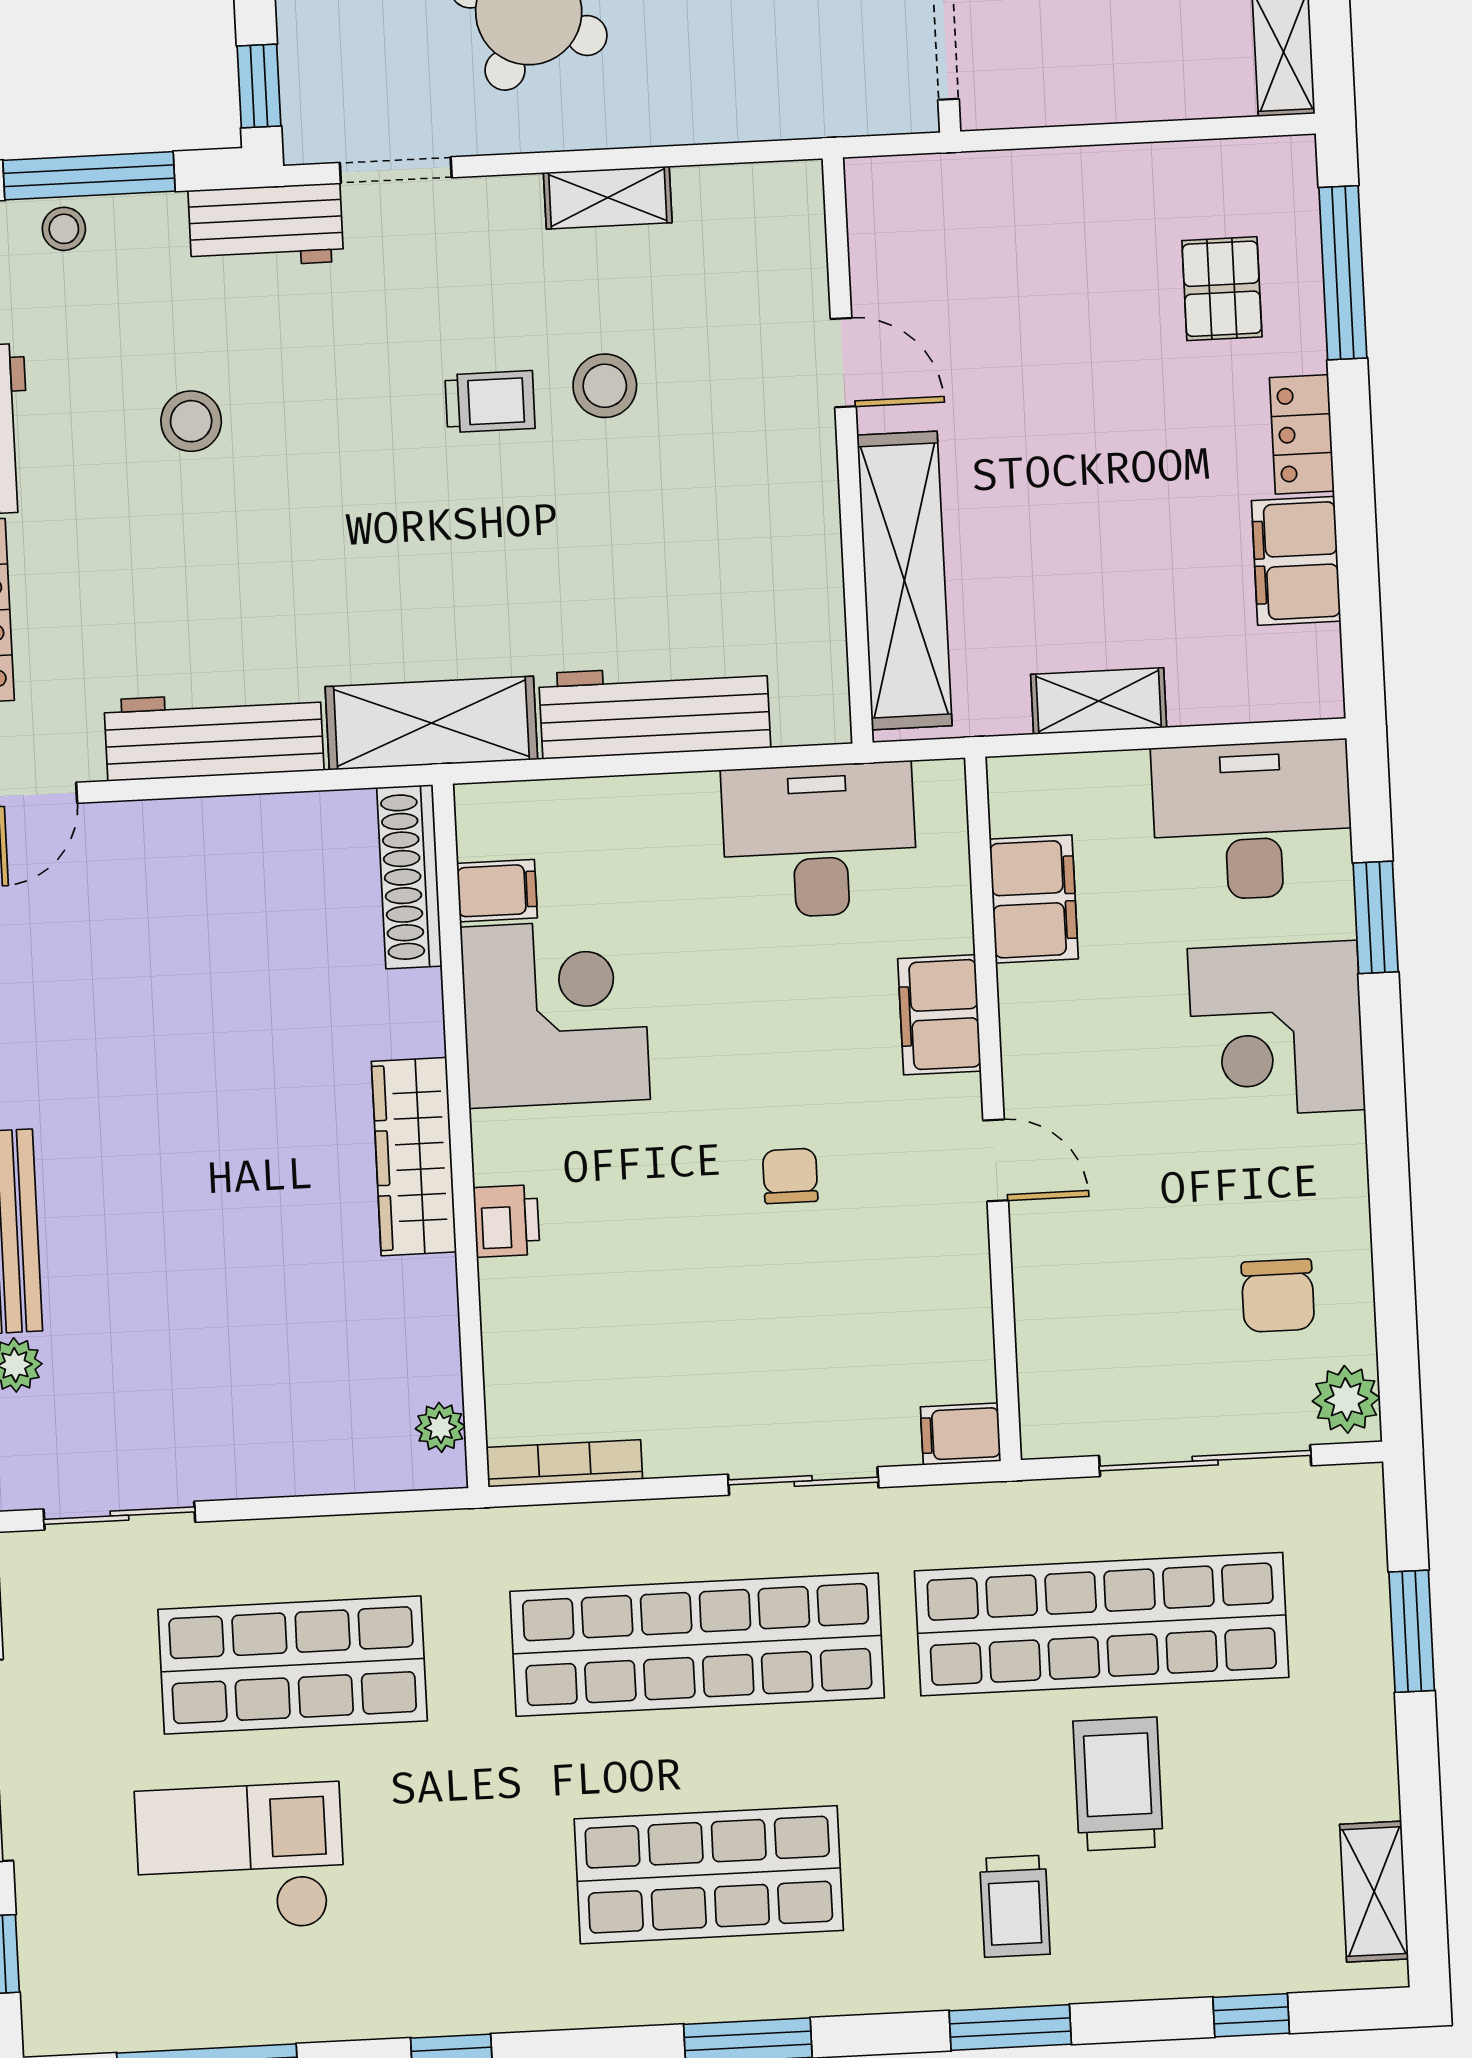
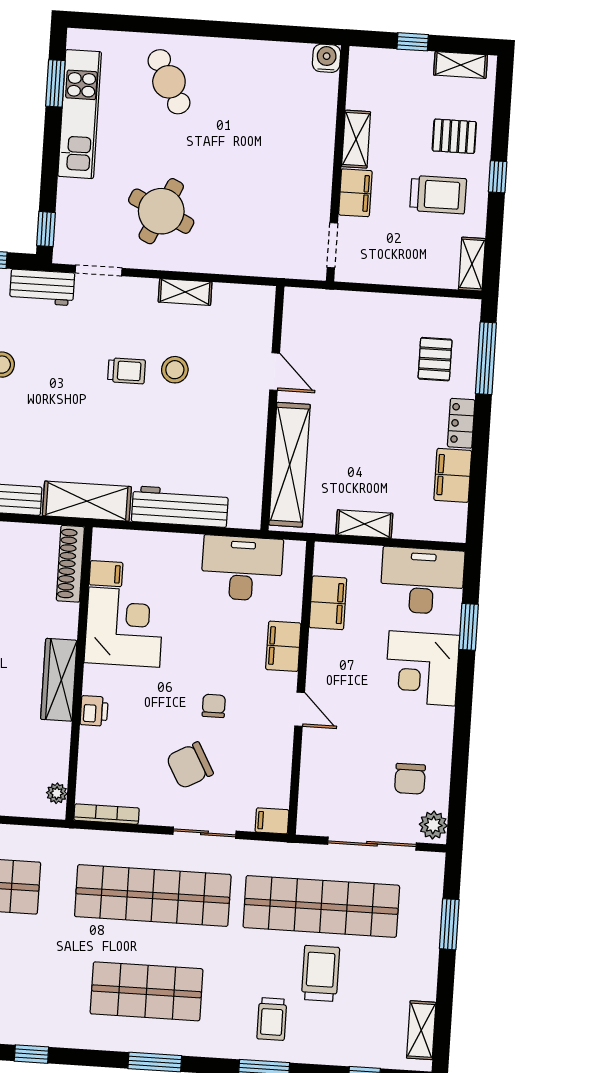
chair: (749, 1324) -> (190, 765), added

